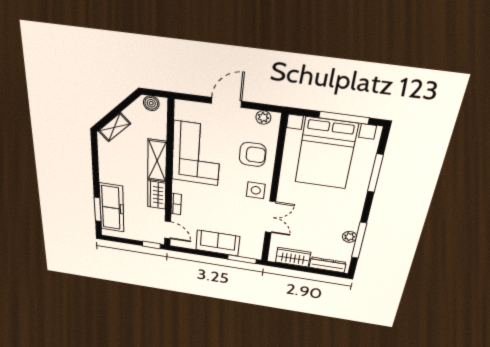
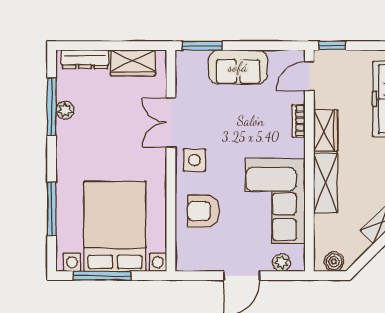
plant: (263, 117) -> (281, 263), moved
door: (168, 230) -> (309, 76), hinge flipped

